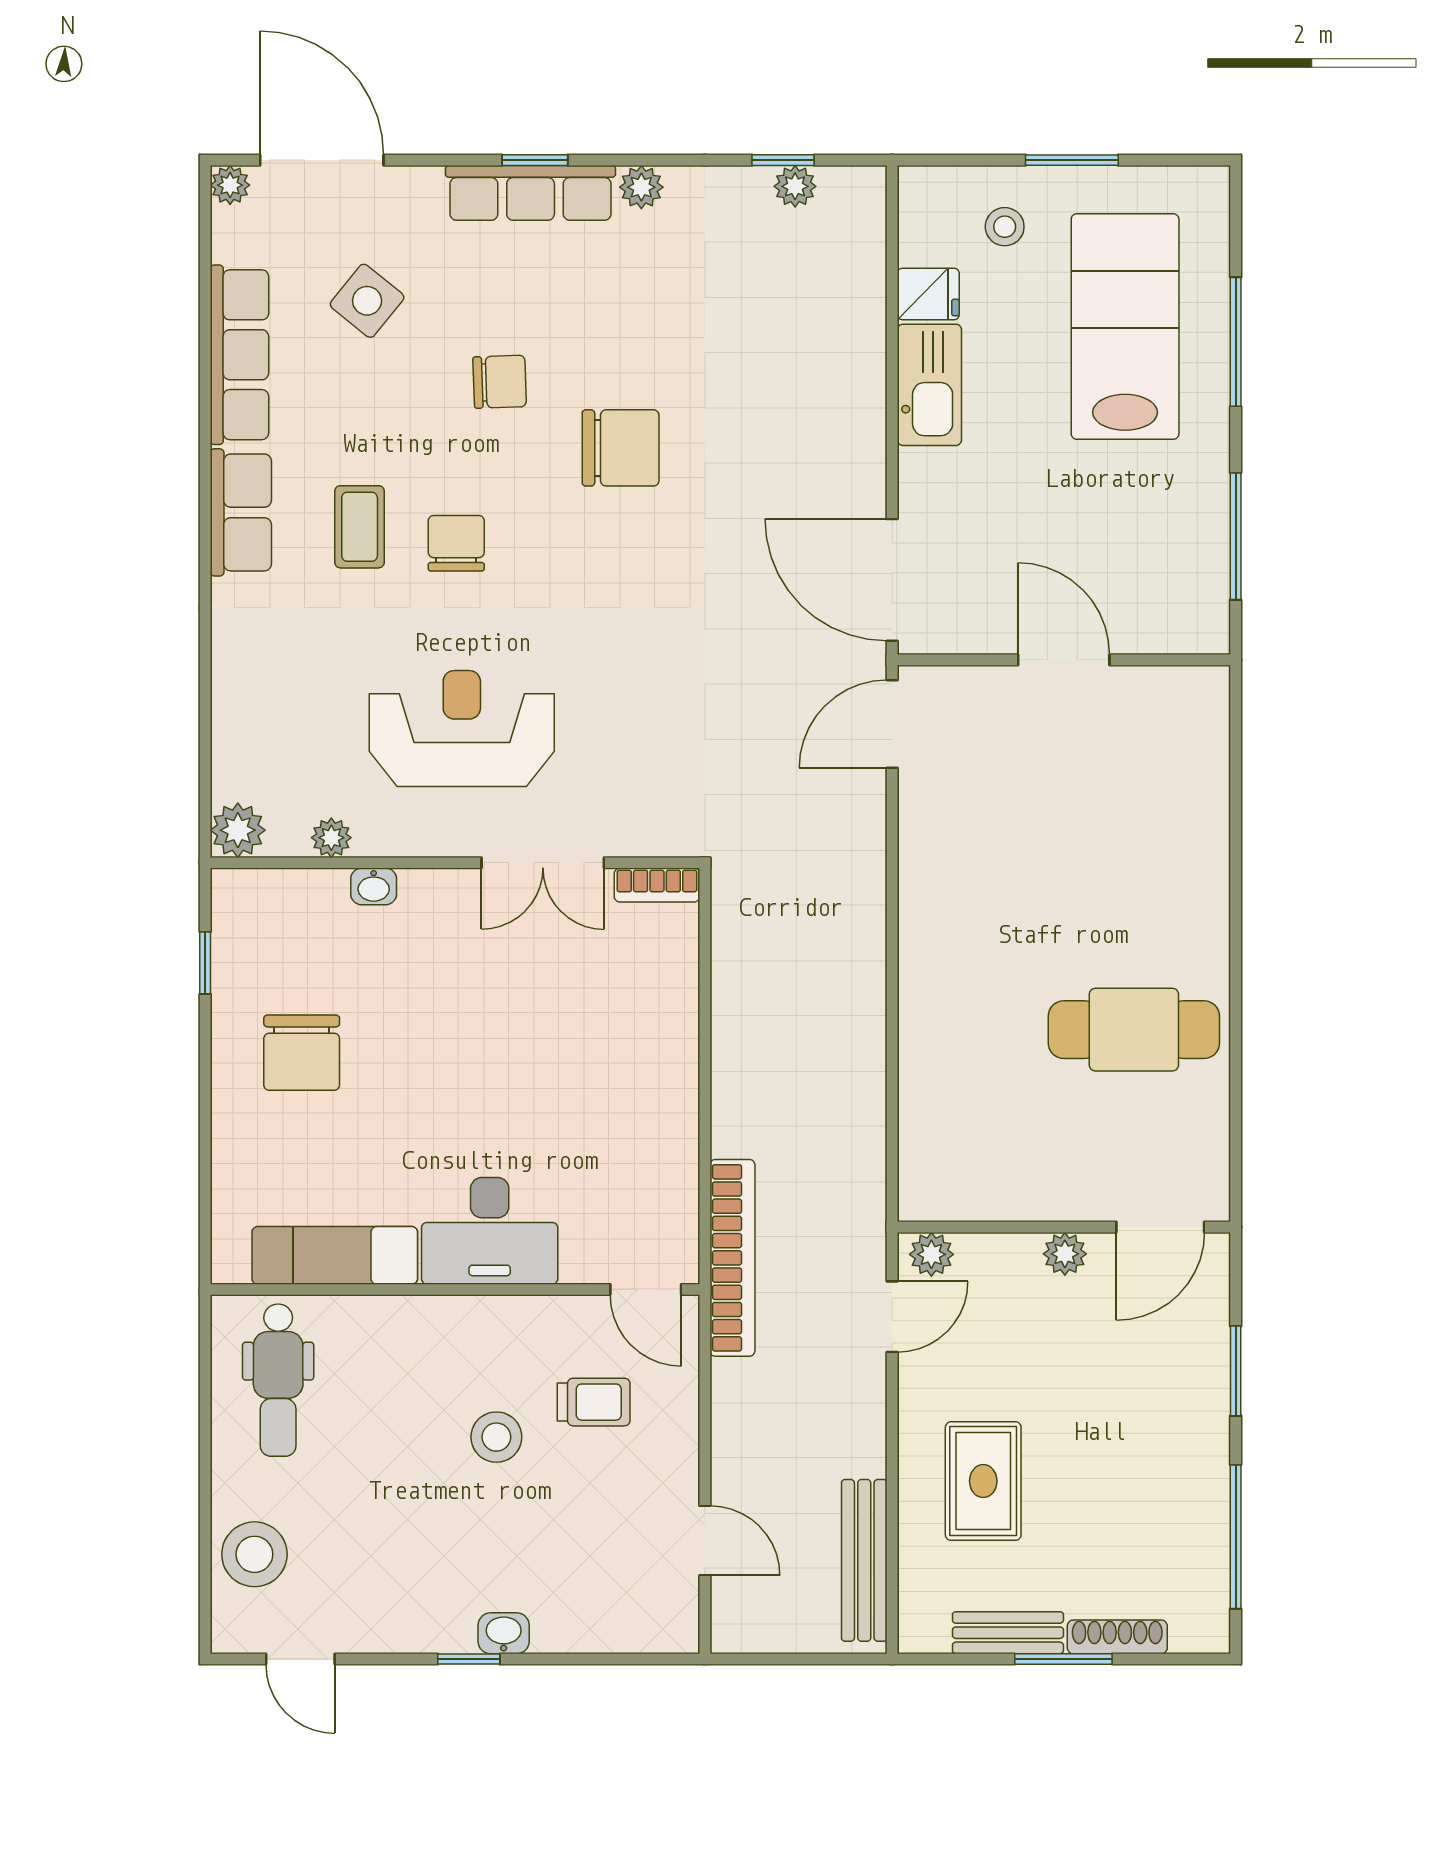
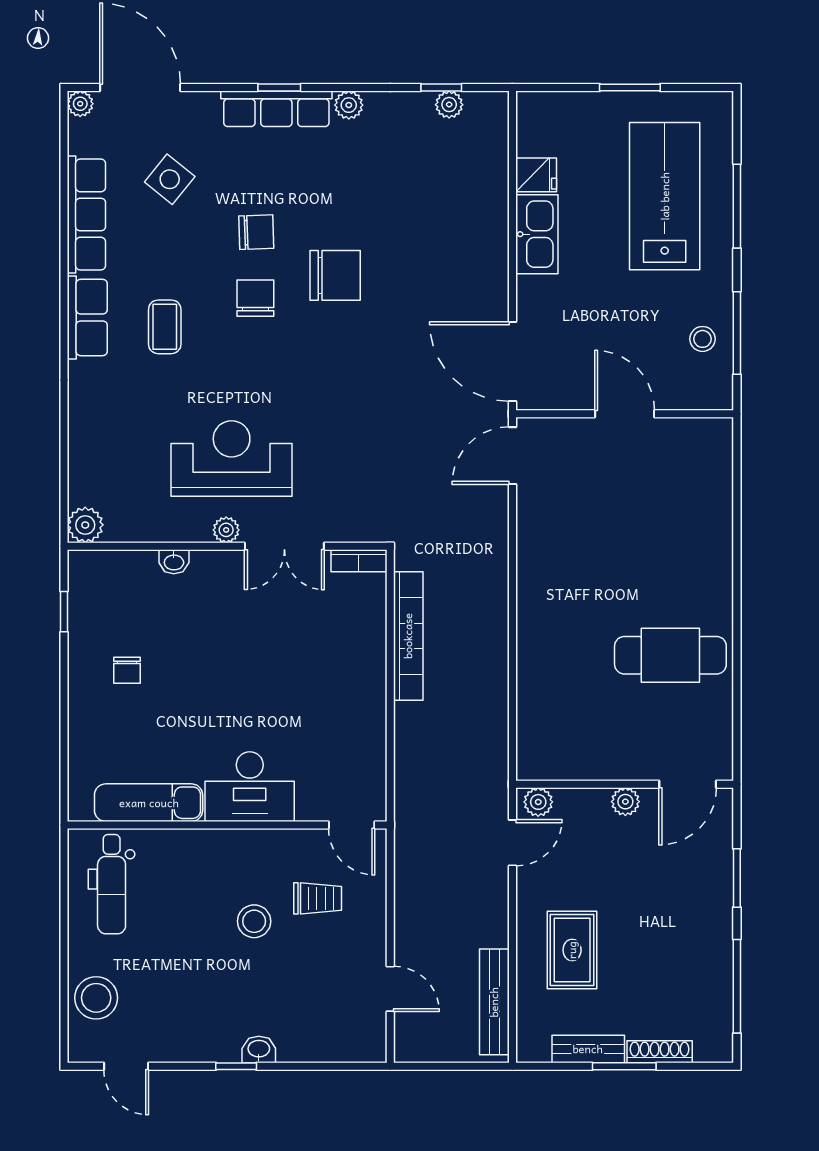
stool: (1005, 227) -> (702, 339), moved
chair: (456, 543) -> (255, 298), moved
plant: (331, 838) -> (226, 530), moved
chair: (302, 1053) -> (127, 670), width x0.54, depth x0.54
bookcase: (732, 1258) -> (408, 636), moved

